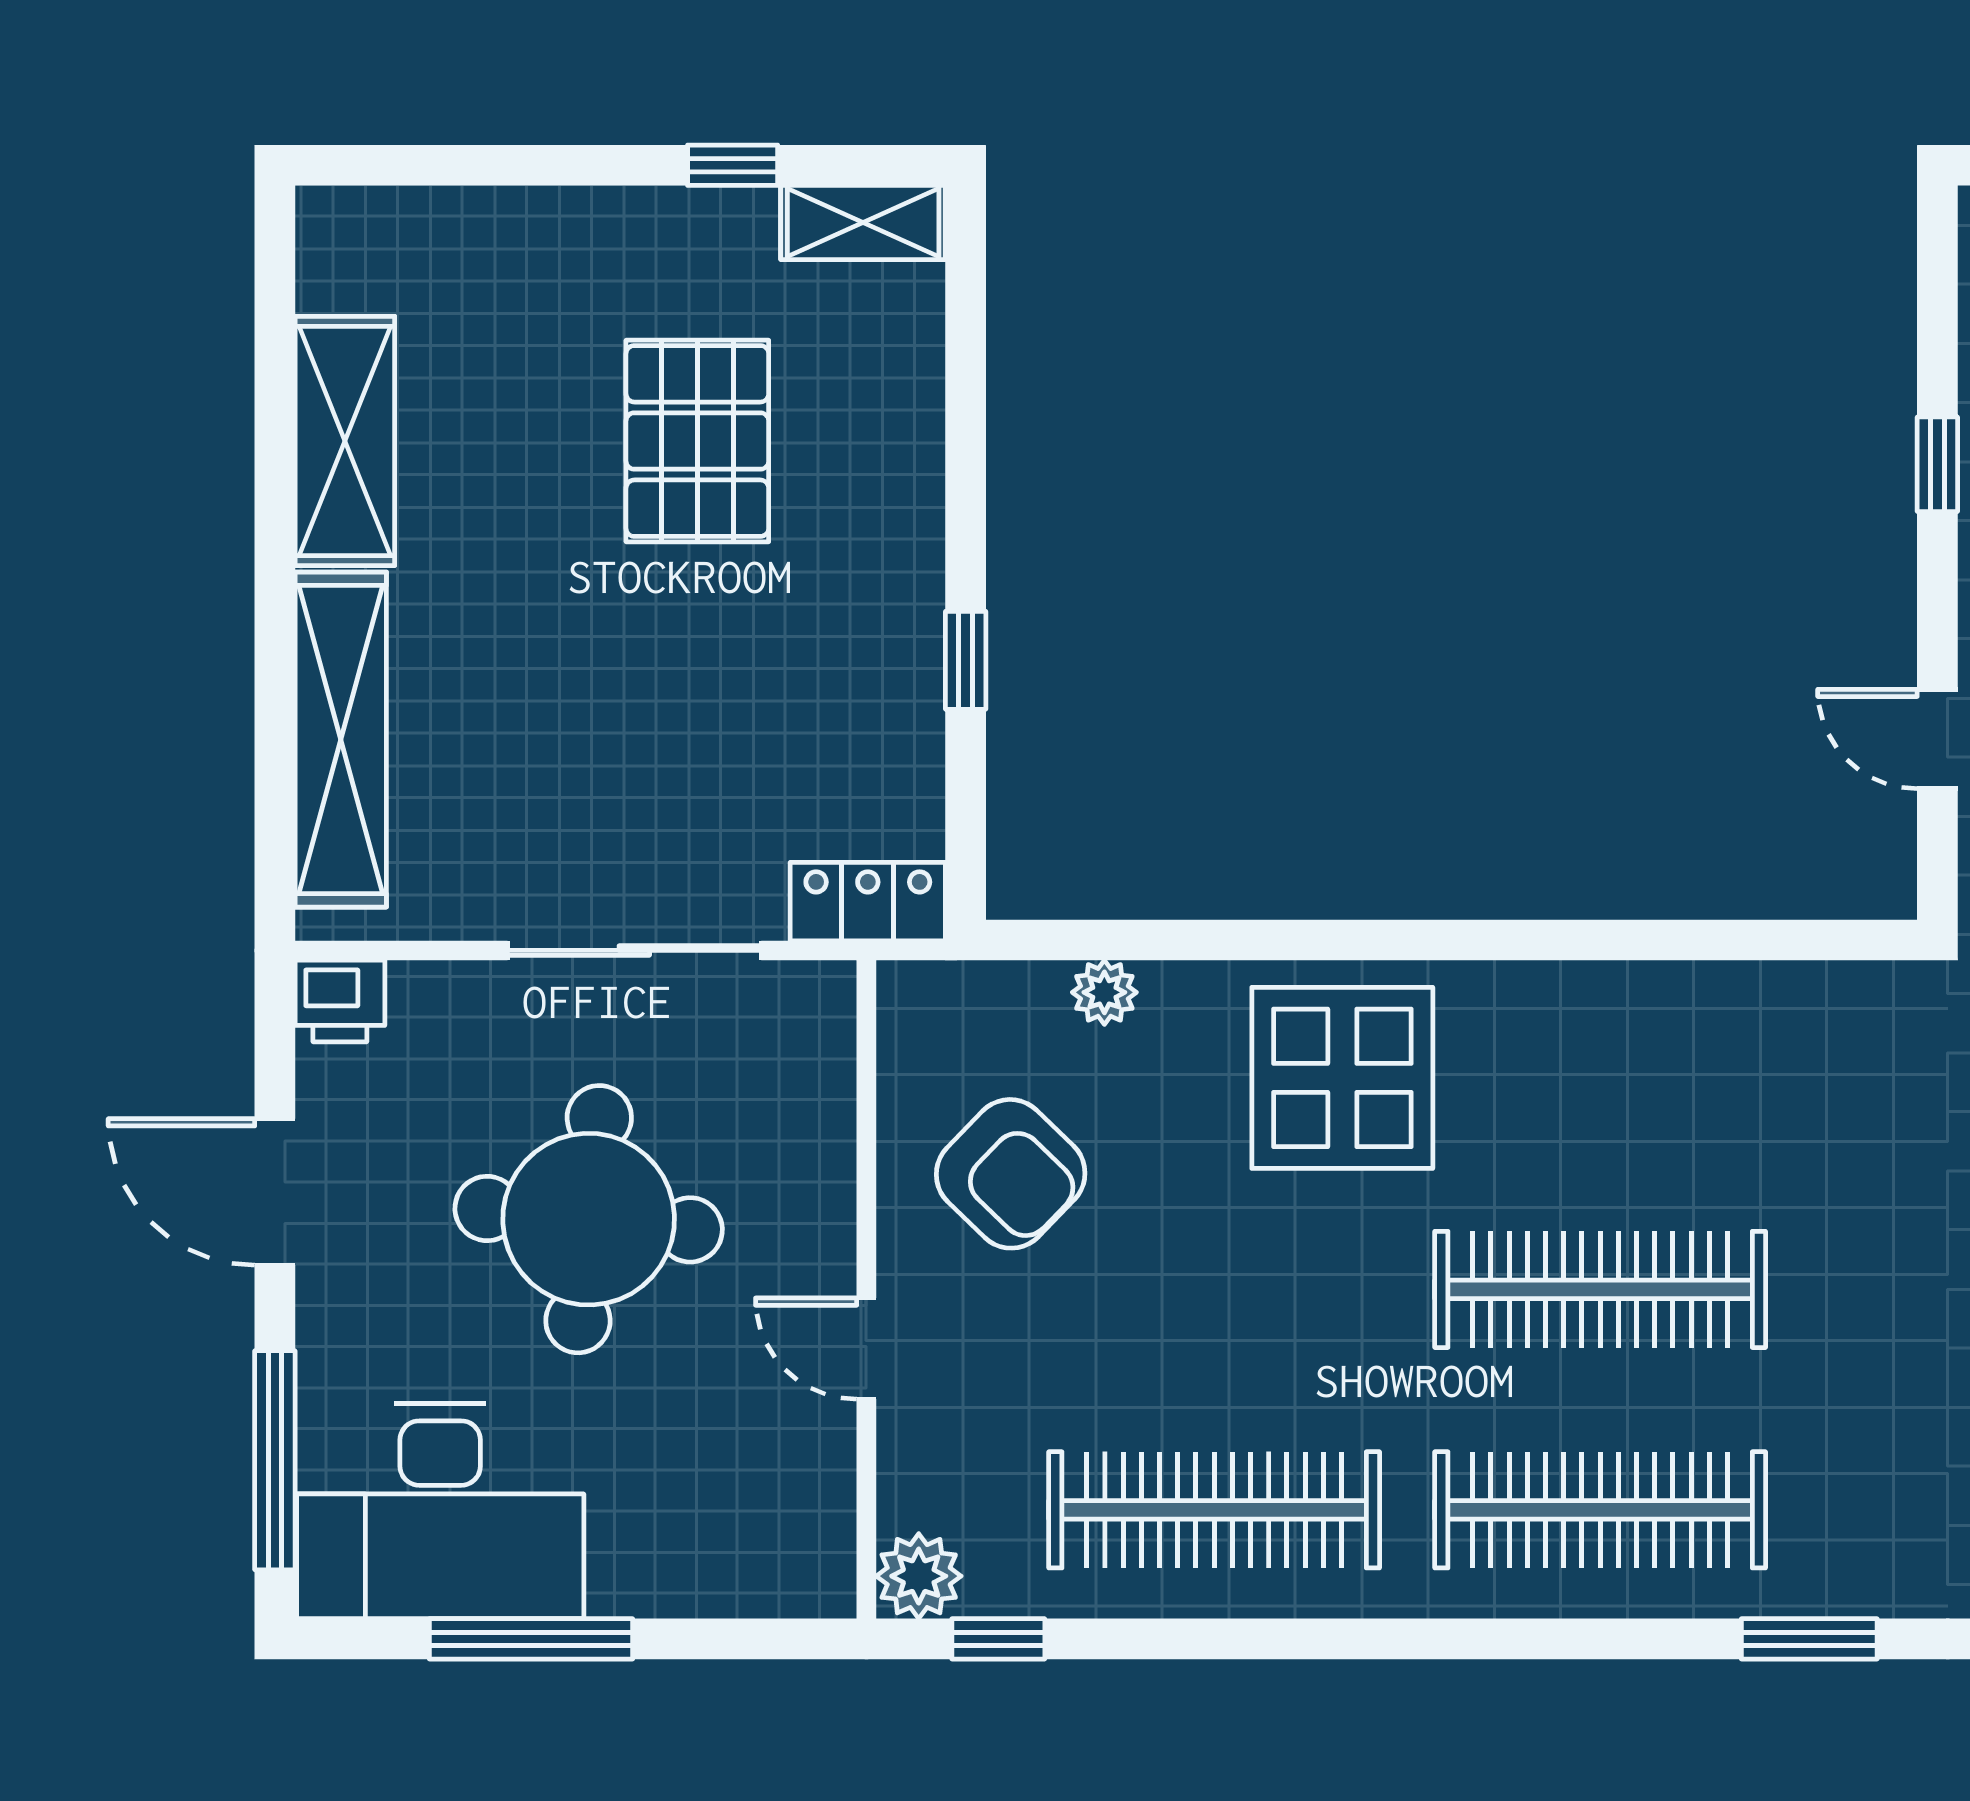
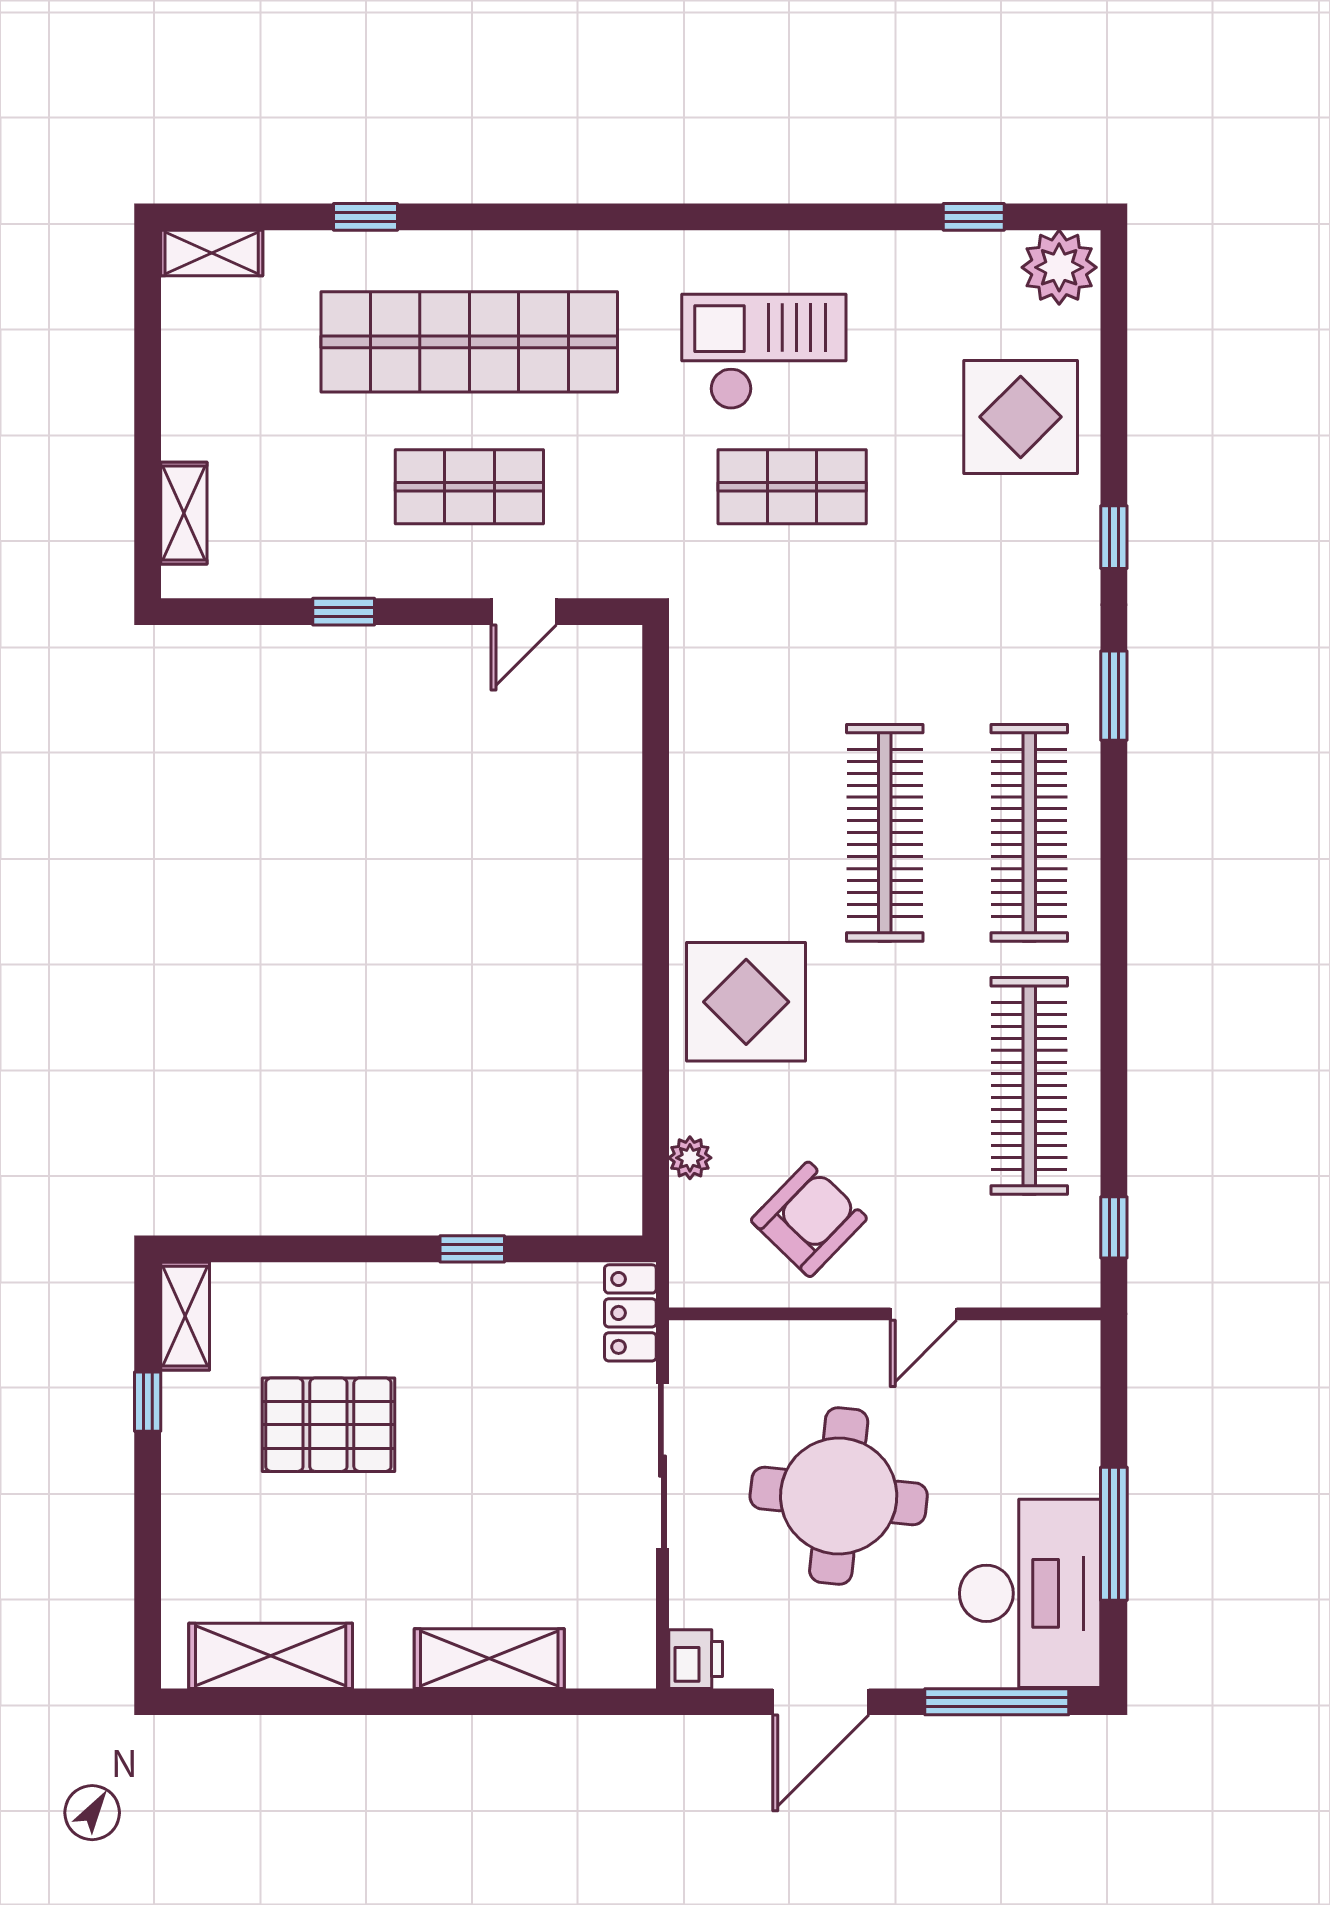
shelving: (345, 441) -> (271, 1656), moved
shelving: (341, 740) -> (489, 1659), width x0.68
plant: (919, 1576) -> (1073, 1280), removed

